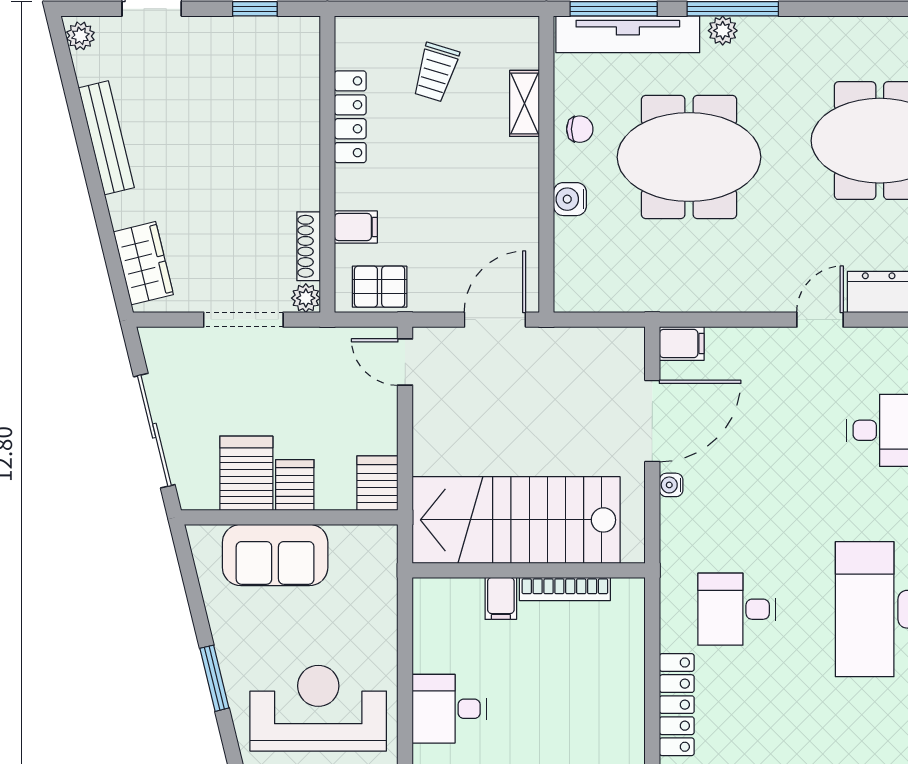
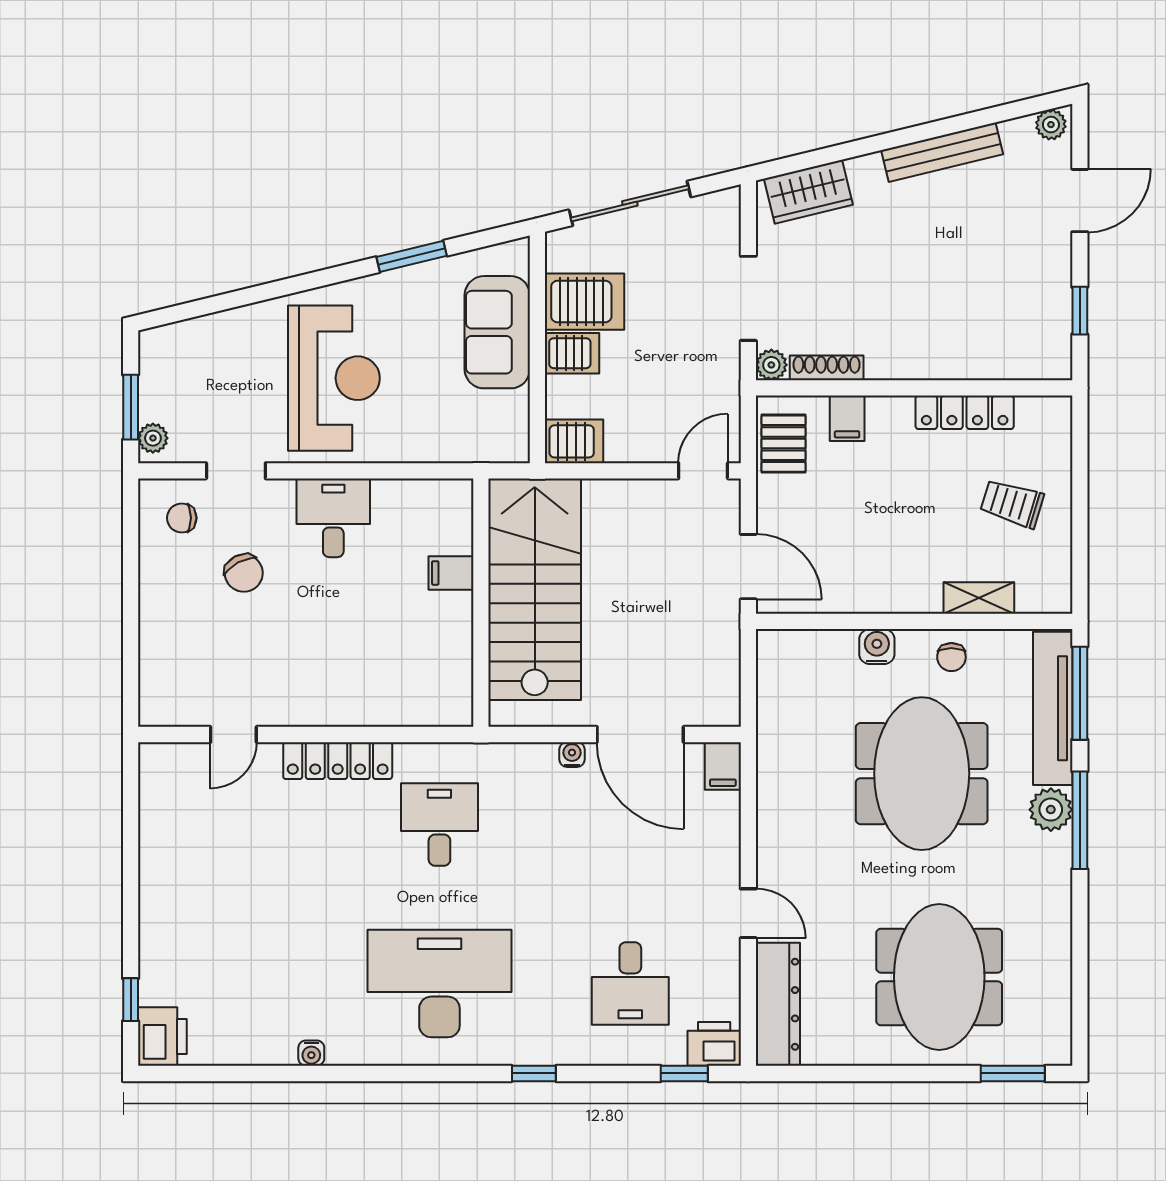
plant: (723, 31) -> (1051, 810), width x1.38, depth x1.38
bookcase: (565, 589) -> (461, 641), removed
window: (214, 678) -> (412, 256), moved

